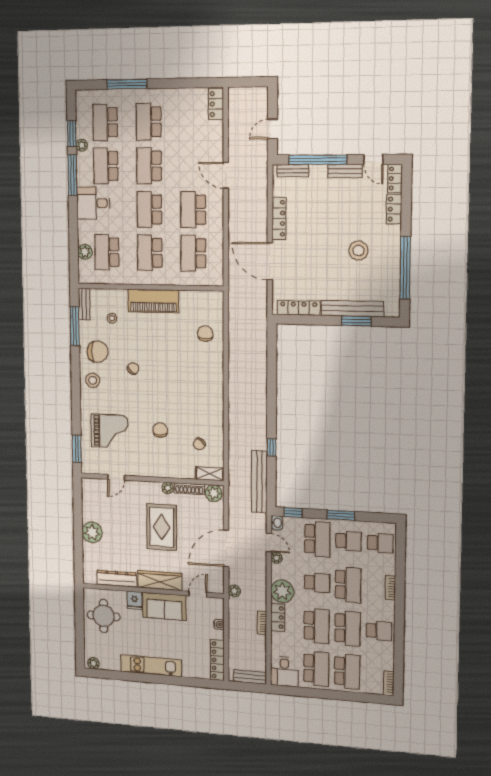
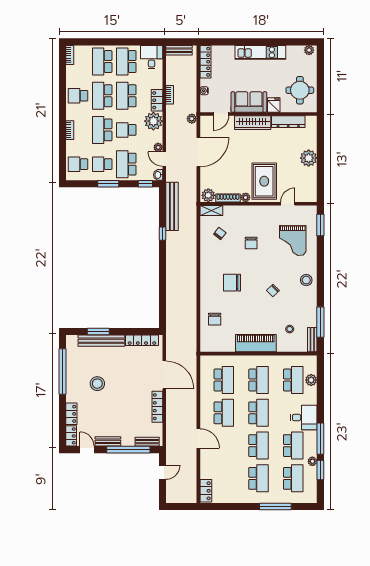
chair: (98, 352) -> (232, 283), moved
grand piano: (110, 431) -> (293, 240), turned -90
rug: (162, 527) -> (264, 181), moved

